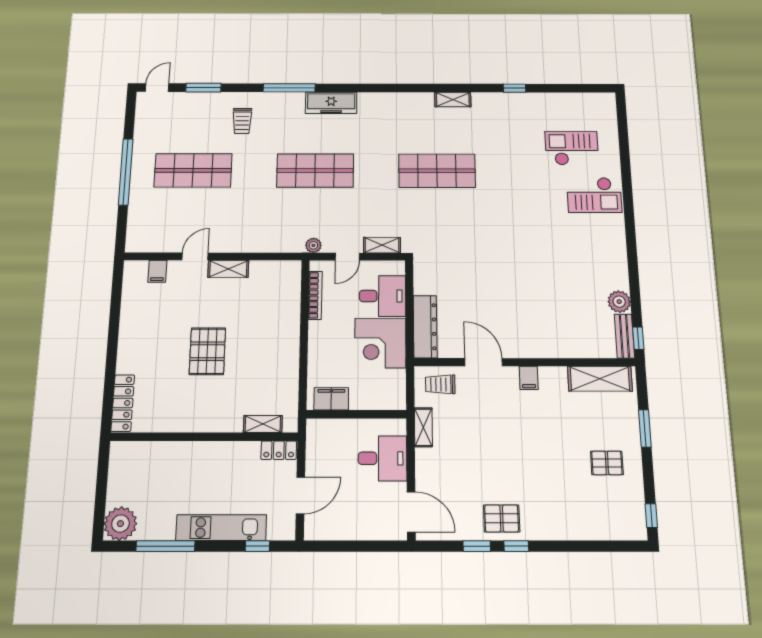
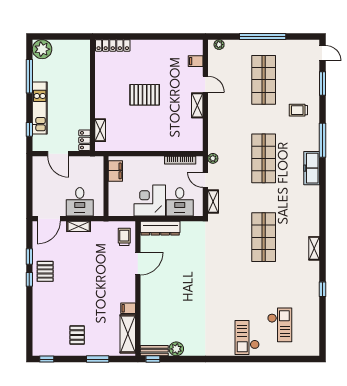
plant: (133, 236) -> (219, 45), added
filing cabinet: (529, 378) -> (128, 308), moved
shelving: (423, 427) -> (79, 226), moved

